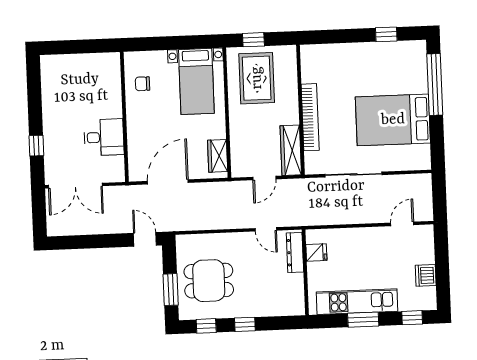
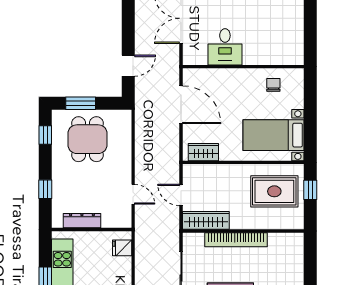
door: (266, 229) -> (133, 194), swing flipped
door: (145, 239) -> (128, 66), moved
dresser: (295, 252) -> (82, 221), moved
fridge: (316, 252) -> (122, 248), moved, turned 90
window: (245, 324) -> (45, 189), moved

